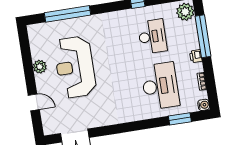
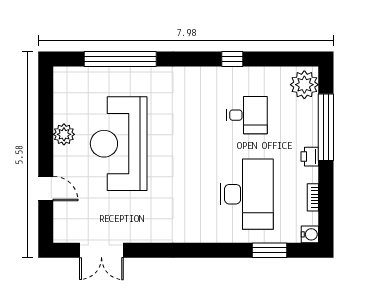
desk: (152, 36) -> (247, 115), width x0.73

